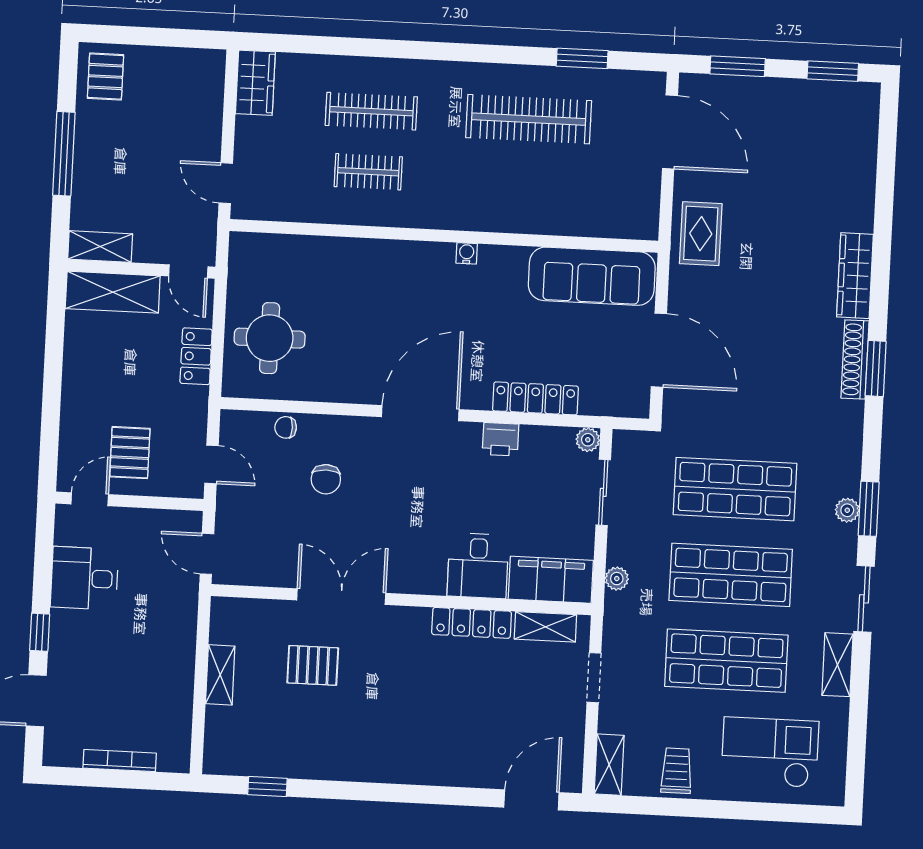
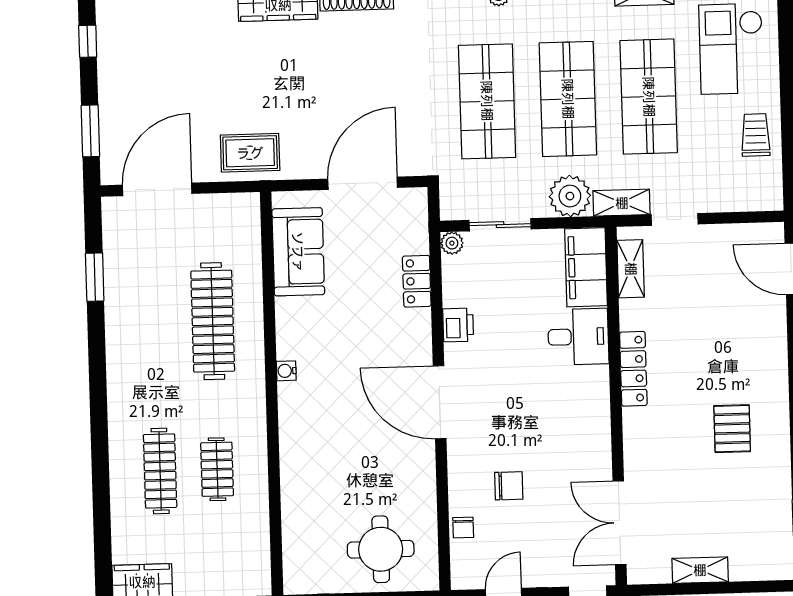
window: (833, 71) -> (88, 41), width x0.67
clothes rail: (529, 119) -> (213, 321), moved
sofa: (592, 276) -> (298, 252), width x0.73
locker: (535, 398) -> (417, 281), width x0.66
plant: (617, 579) -> (570, 196), width x1.88, depth x1.88
double door: (341, 597) -> (619, 523), moved
locker: (472, 623) -> (633, 369), moved
pallet: (313, 665) -> (732, 429), moved
shelving: (609, 765) -> (622, 203), moved
trolley: (677, 771) -> (756, 135), turned 90

